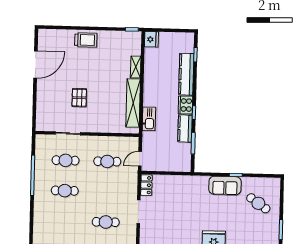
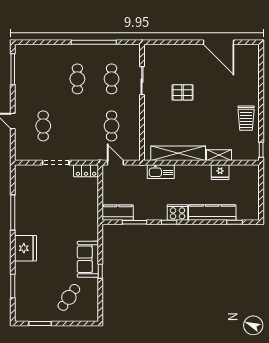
fridge: (151, 39) -> (220, 172), moved
trolley: (86, 40) -> (246, 118), moved
kitchen counter: (185, 129) -> (118, 213), moved

